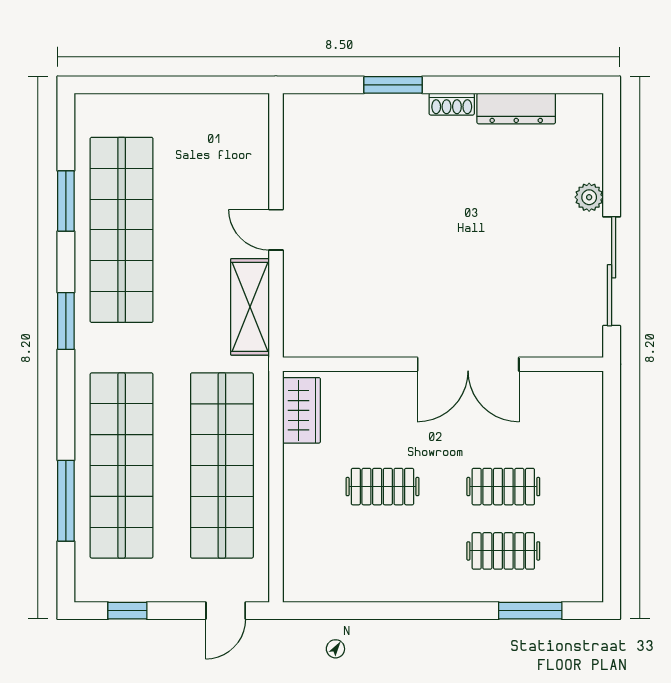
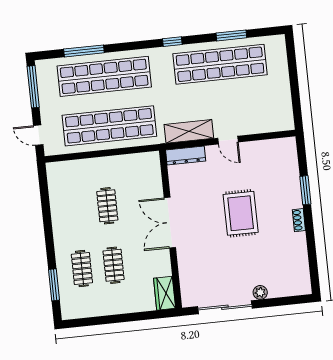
dresser: (516, 108) -> (186, 156), moved, turned -90
rug: (426, 220) -> (241, 213), added
door: (276, 230) -> (228, 140), swing flipped
window: (66, 321) -> (172, 42), width x0.67
double door: (468, 364) -> (170, 223), moved
wardrobe: (301, 410) -> (165, 293), moved, turned 90
window: (127, 611) -> (33, 87), width x2.17

